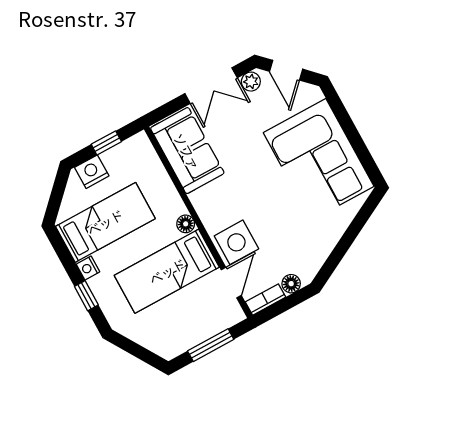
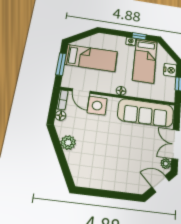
sofa: (187, 151) -> (146, 113), width x1.36
corner sofa: (319, 160) -> (108, 169), removed
plant: (322, 243) -> (68, 143), added
bed: (167, 271) -> (91, 58), moved, turned 90
window: (86, 296) -> (139, 36), moved

